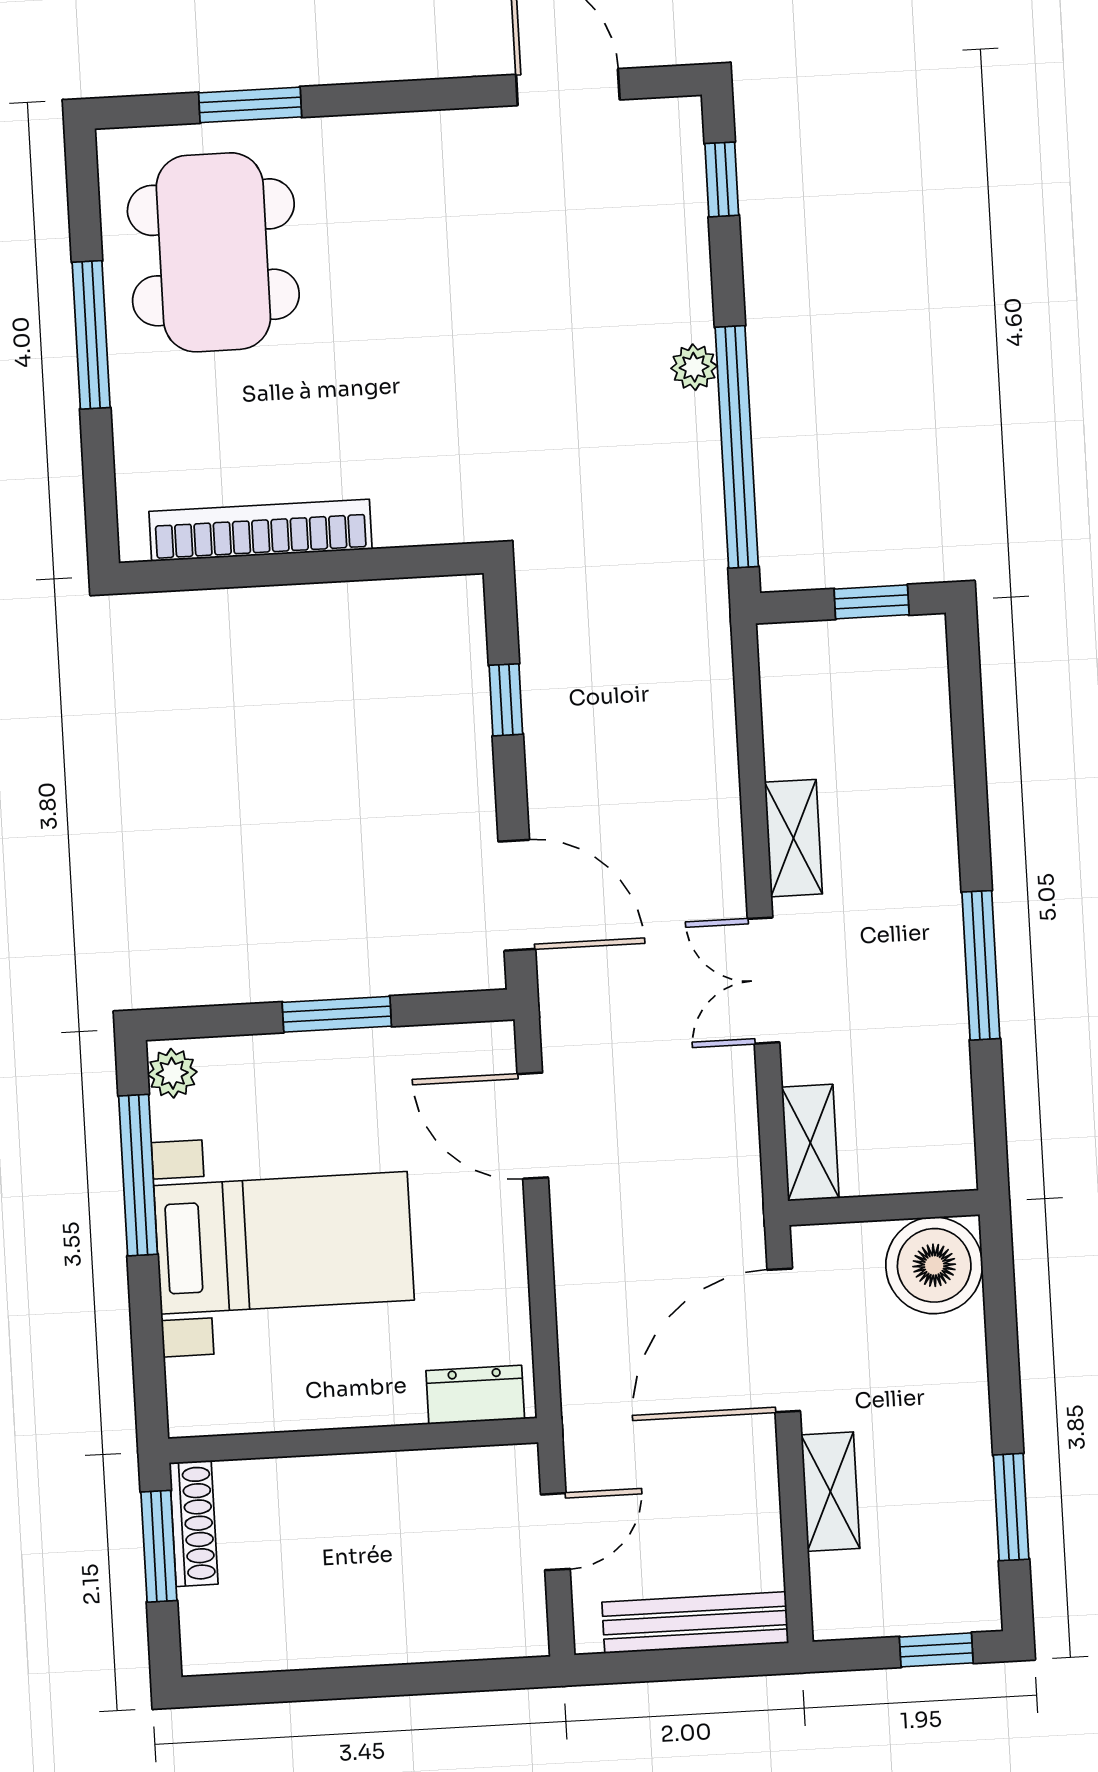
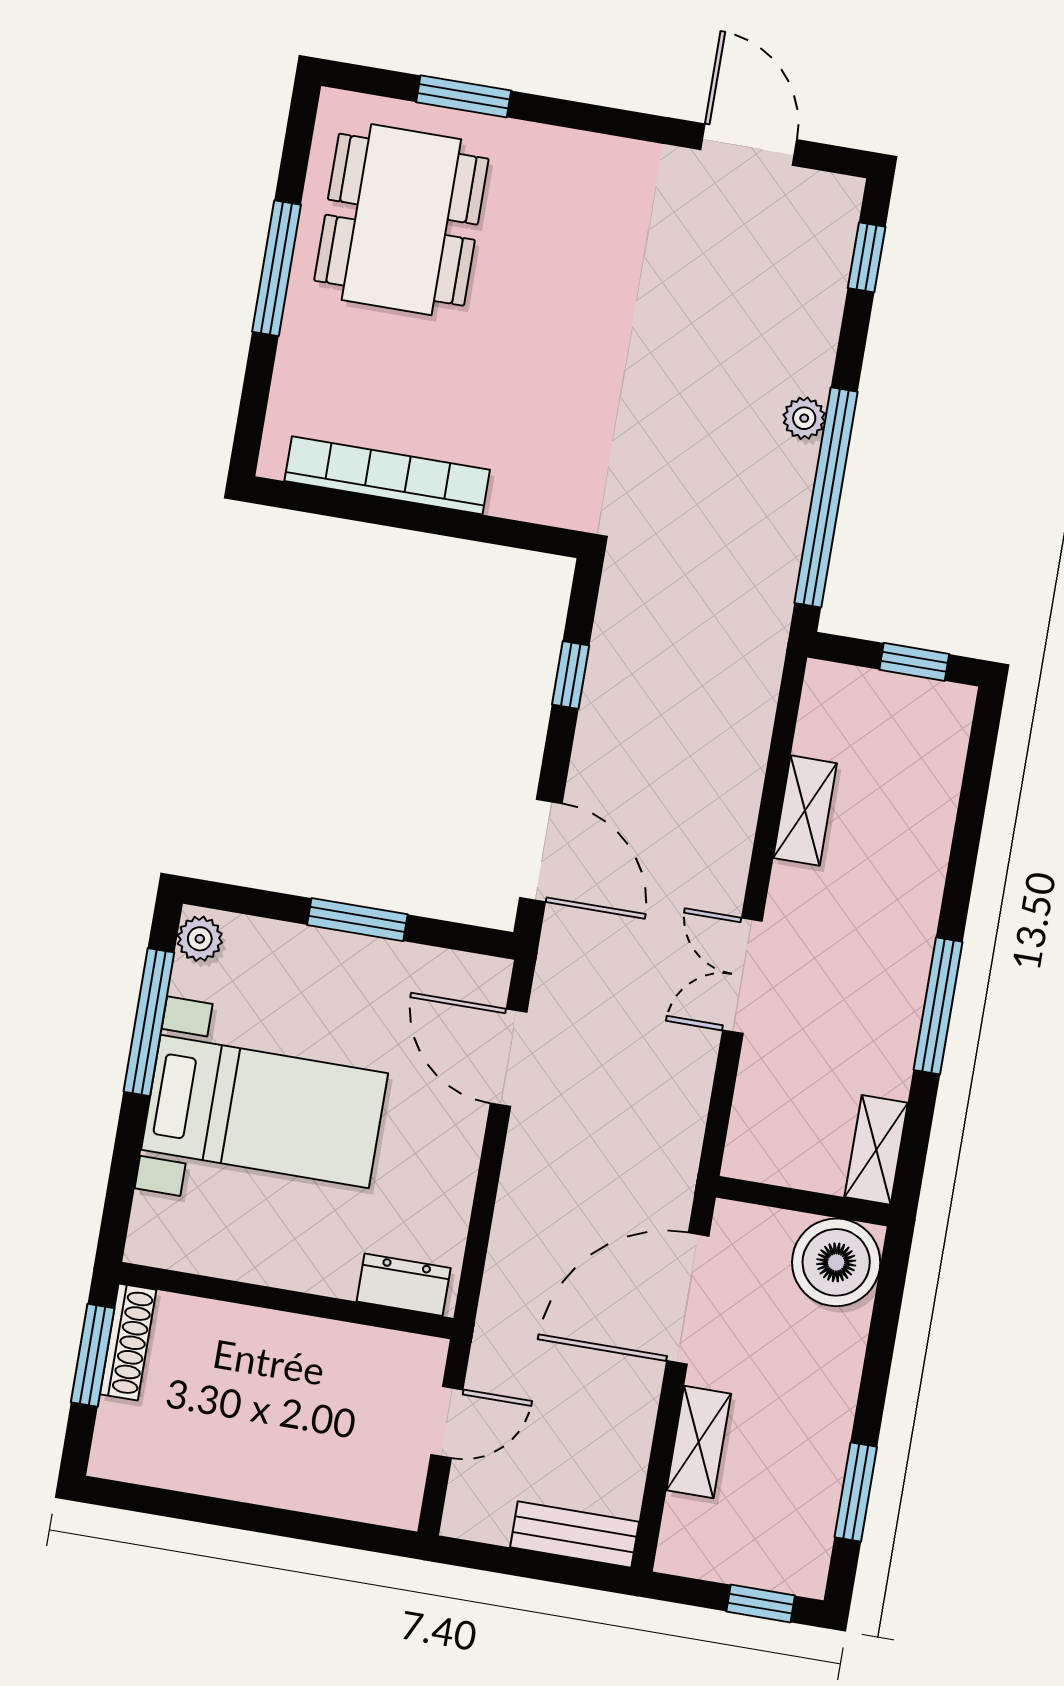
shelving: (793, 838) -> (805, 811), moved
shelving: (810, 1143) -> (876, 1150), moved
bench: (695, 1623) -> (575, 1535), width x0.73

